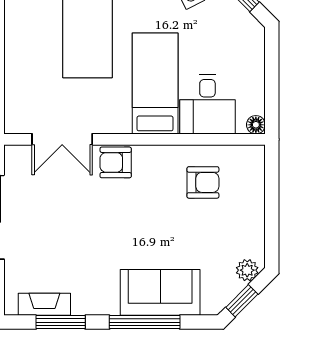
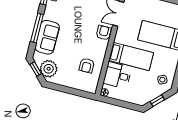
plant: (247, 270) -> (49, 69), width x1.87, depth x1.87

